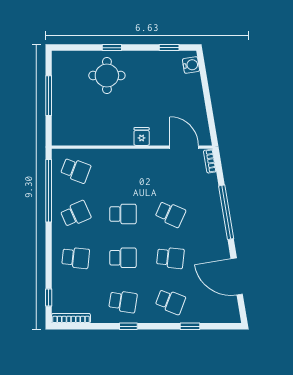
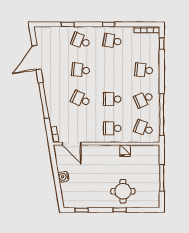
water cooler: (191, 65) -> (63, 177), moved
fridge: (142, 137) -> (125, 151), moved
school desk: (123, 258) -> (112, 128), moved
door: (237, 276) -> (37, 58), swing flipped

